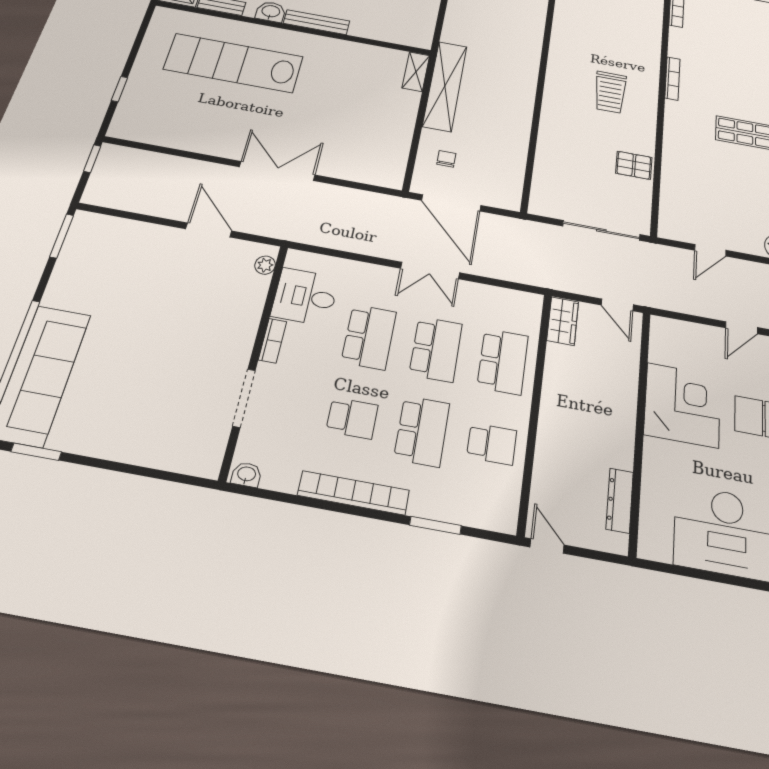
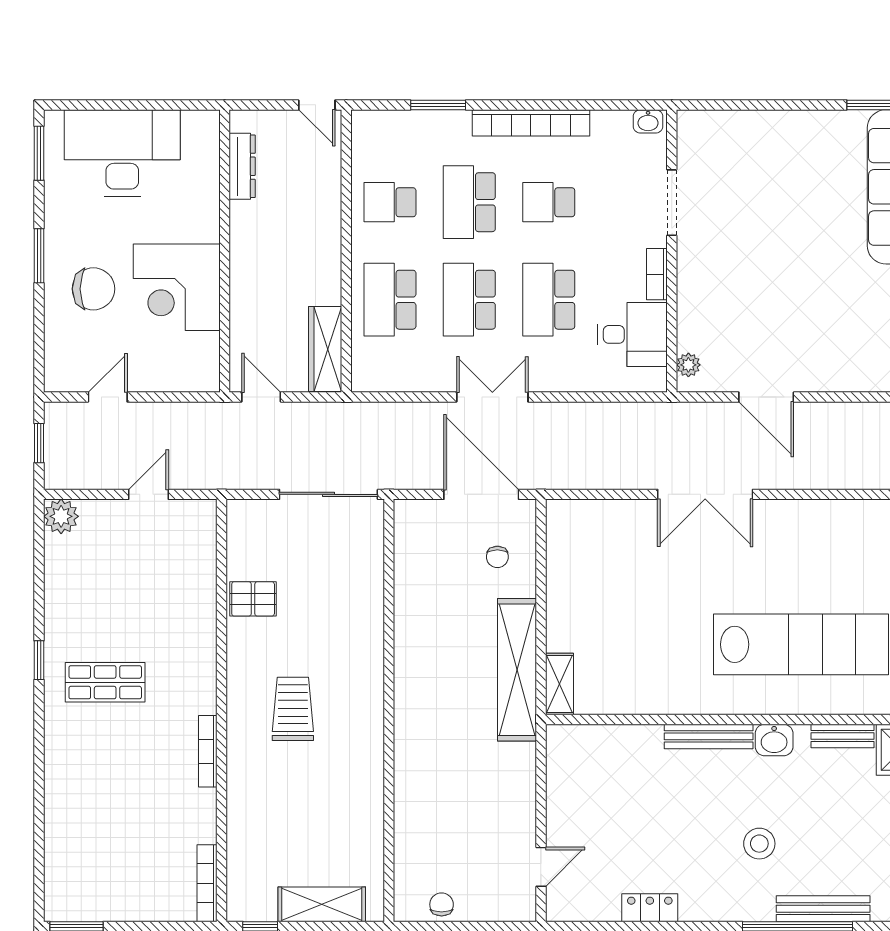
sliding door: (601, 230) -> (328, 494), moved
wardrobe: (563, 321) -> (325, 349), width x1.50

